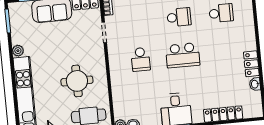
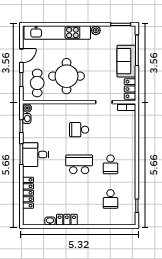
school desk: (183, 55) -> (79, 164), turned 90
round table: (77, 81) -> (66, 76), width x1.36, depth x1.36

